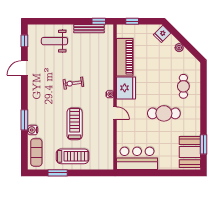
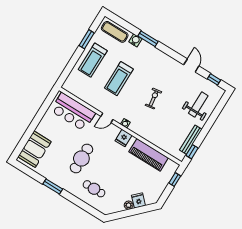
fridge: (162, 34) -> (138, 200), moved
fridge: (126, 88) -> (123, 138), width x0.53, depth x0.75
treadmill: (75, 124) -> (119, 79), turned 90
window: (204, 144) -> (53, 187), moved
booth: (190, 152) -> (34, 149), moved, turned 90
bar counter: (137, 158) -> (73, 112), moved, turned 90

